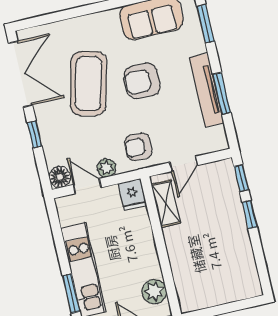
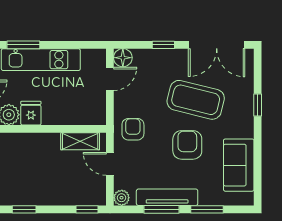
window: (78, 12) -> (258, 105), added
window: (206, 24) -> (207, 209), moved
plant: (106, 168) -> (122, 198), moved
fridge: (132, 195) -> (31, 113), moved, turned 90
window: (250, 215) -> (24, 209), moved

